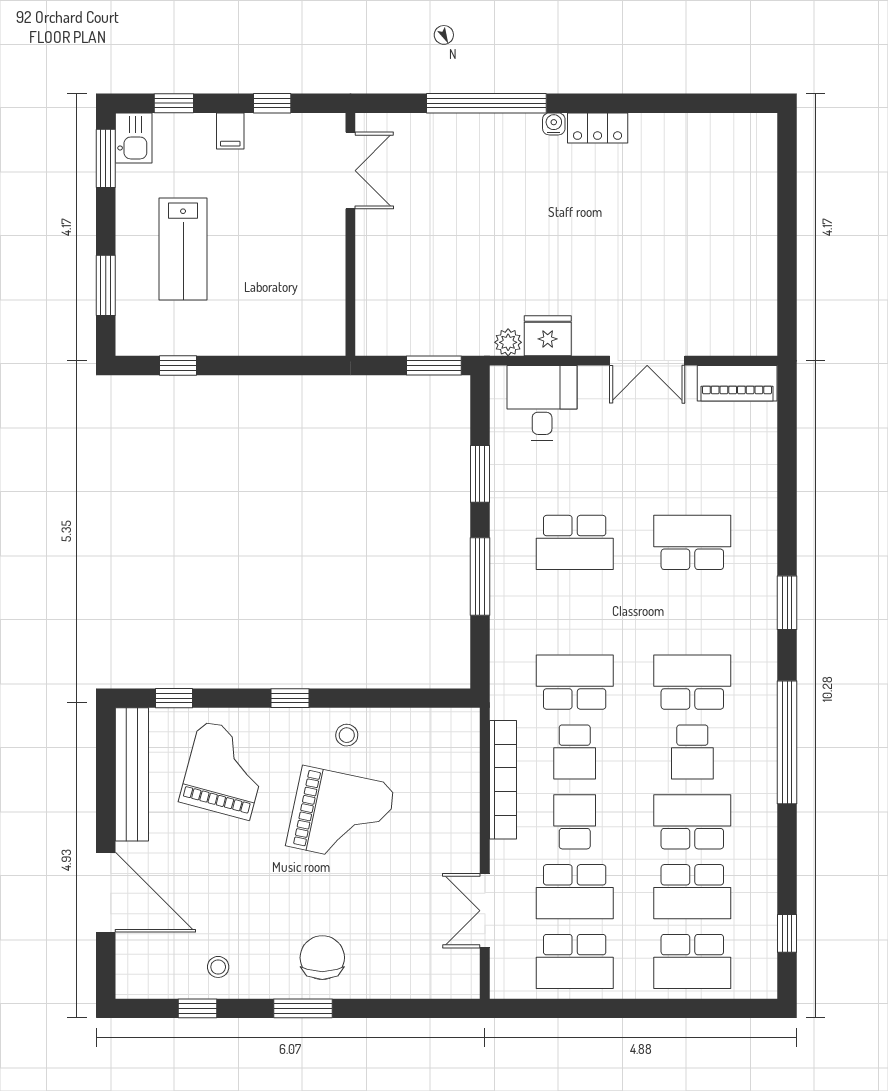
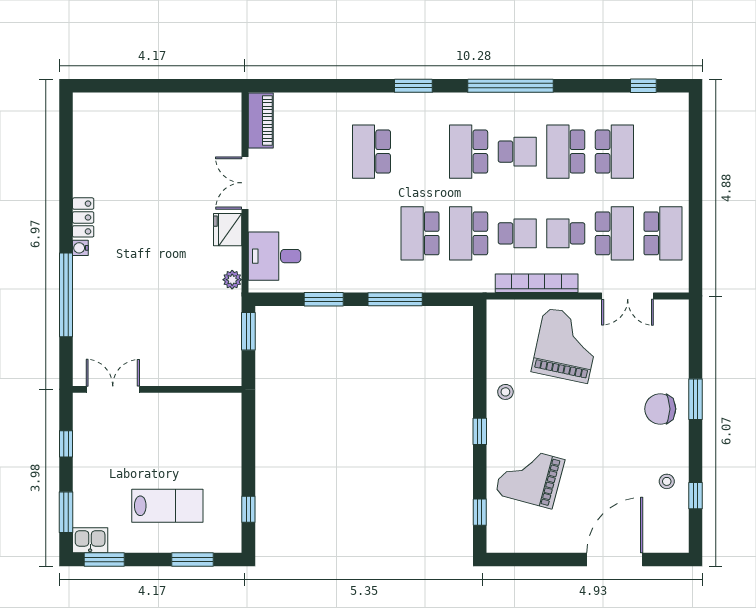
window: (174, 103) -> (66, 512), width x1.50
filing cabinet: (230, 131) -> (85, 473), removed
fridge: (548, 336) -> (228, 230), moved
double door: (647, 361) -> (245, 183), swing flipped
school desk: (575, 542) -> (420, 233), moved, turned 180
bench: (132, 774) -> (533, 541), removed
grand piano: (341, 815) -> (566, 345), moved
school desk: (692, 962) -> (663, 152), removed
window: (303, 1008) -> (696, 399), moved

